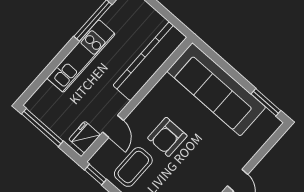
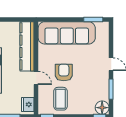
door: (113, 126) -> (36, 78), moved
armchair: (167, 137) -> (64, 72), turned 180

